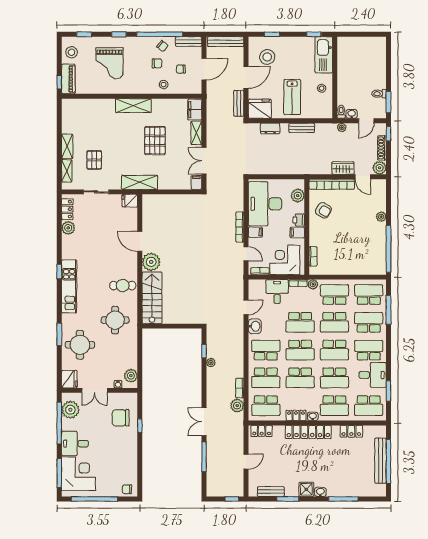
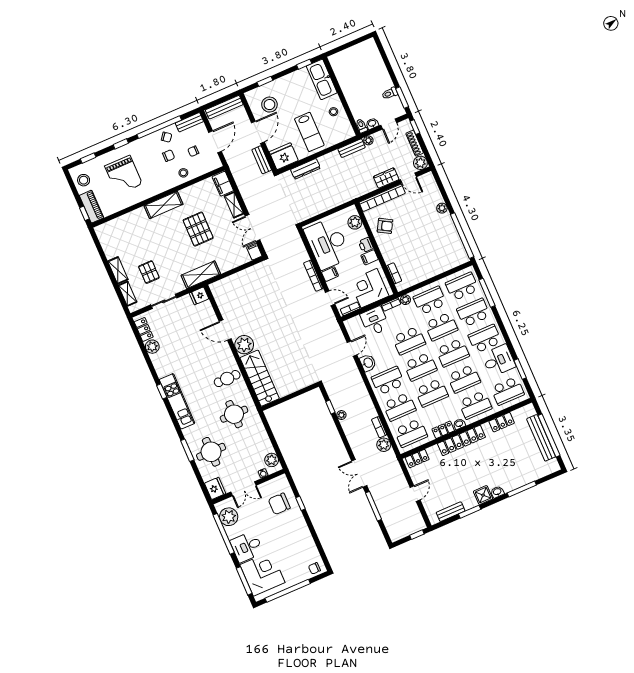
dresser: (270, 128) -> (305, 169), width x1.44
bench: (302, 128) -> (352, 148), moved

